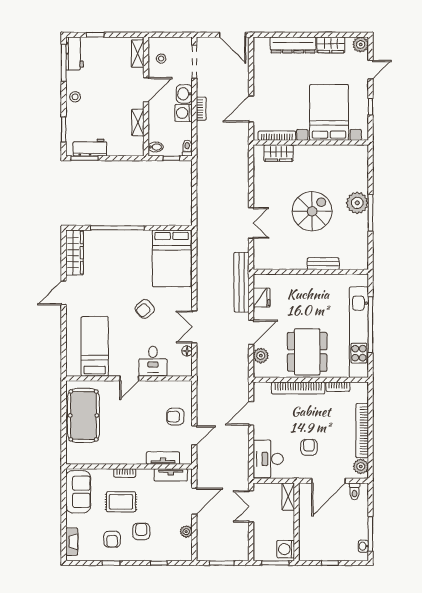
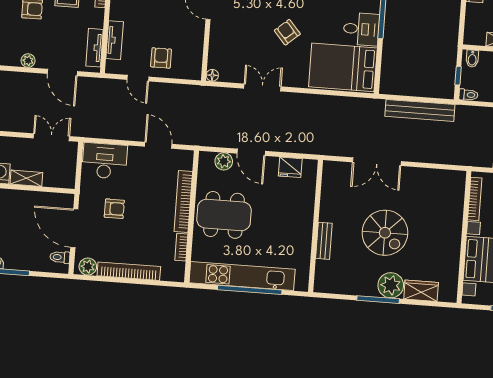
wardrobe: (279, 153) -> (421, 291), moved, turned 90
double door: (251, 223) -> (377, 162), width x1.37
bench: (242, 282) -> (420, 110), moved
floor lamp: (187, 351) -> (212, 75), moved
desk: (153, 361) -> (361, 29), moved, turned 180
shelving: (288, 497) -> (26, 178), moved

